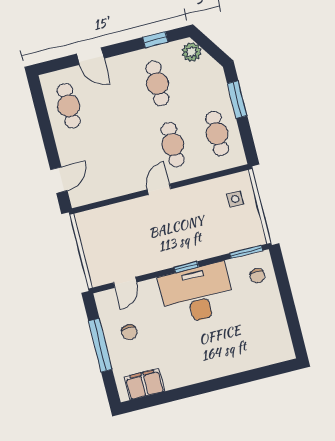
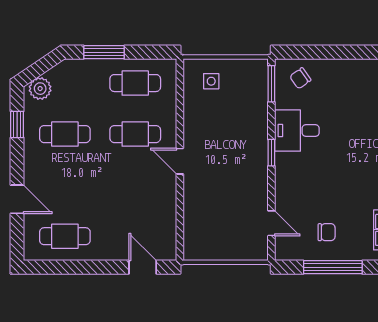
door: (90, 56) -> (17, 199), hinge flipped
chair: (257, 276) -> (300, 78), turned 145
desk: (197, 294) -> (297, 131), width x0.53, depth x0.77

